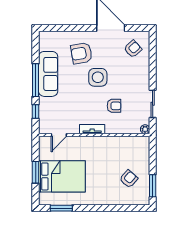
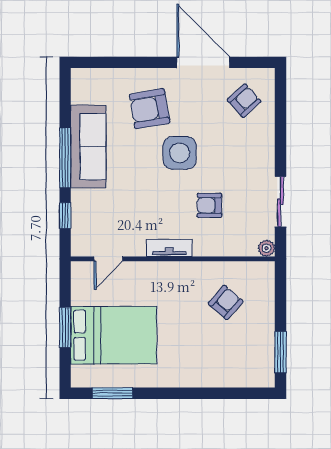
armchair: (114, 106) -> (209, 205), turned 180
armchair: (129, 179) -> (226, 302), moved

